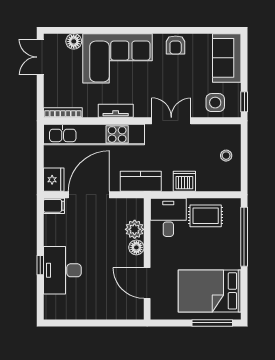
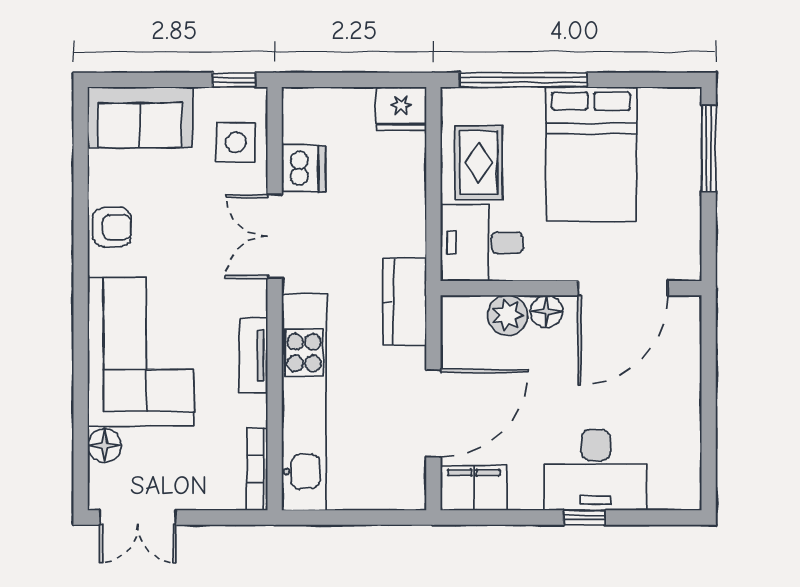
stool: (226, 156) -> (349, 119), removed
fridge: (54, 180) -> (401, 109), moved, turned 180
dishwasher: (184, 181) -> (304, 169), moved, turned 180
door: (89, 195) -> (433, 413), swing flipped
filing cabinet: (54, 206) -> (474, 488), width x2.00
door: (147, 283) -> (623, 288), width x1.36
bed: (210, 291) -> (591, 154), moved

